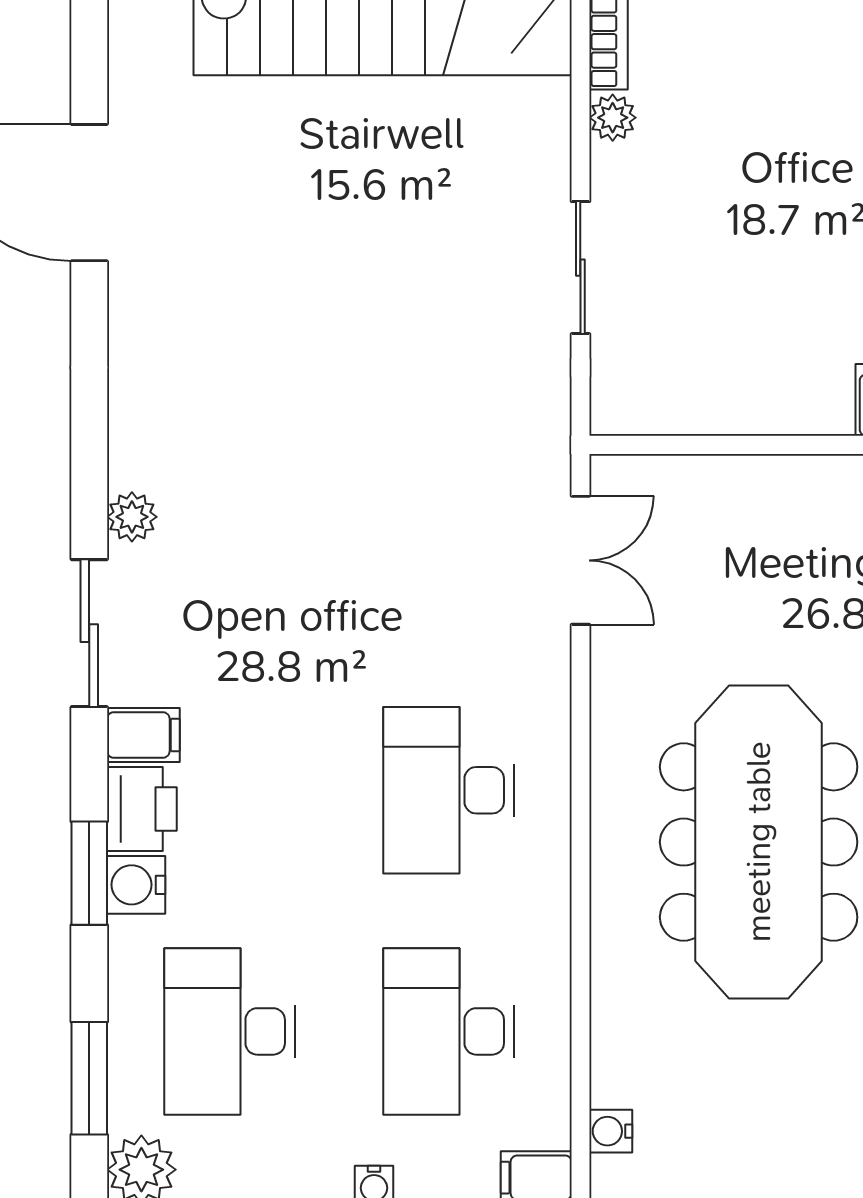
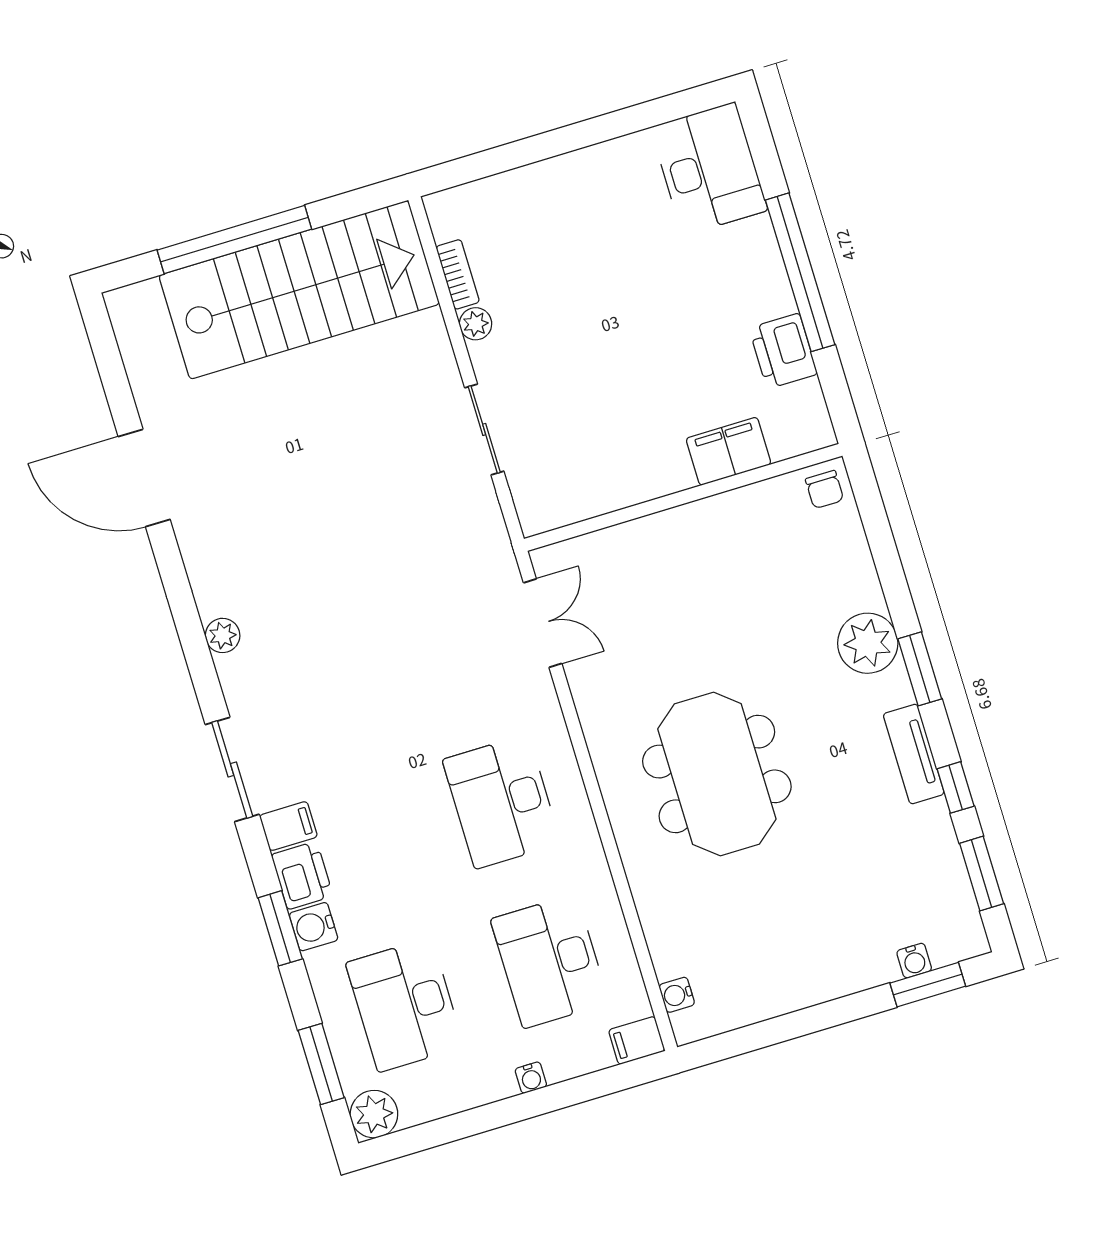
plant: (132, 517) -> (223, 635), moved
meeting table: (759, 842) -> (717, 774), width x0.73

